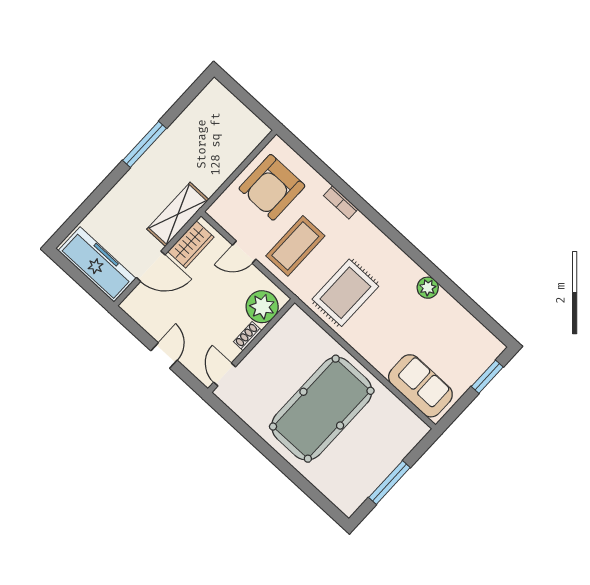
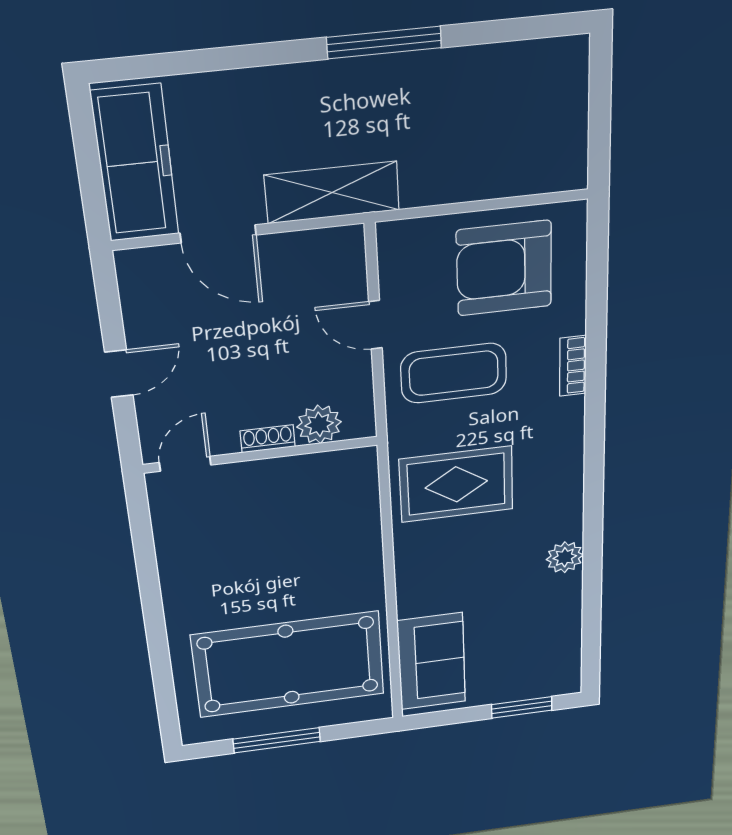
wardrobe: (191, 244) -> (309, 252), removed
plant: (262, 307) -> (319, 424), width x0.73, depth x0.73
pool table: (322, 409) -> (289, 665), moved

